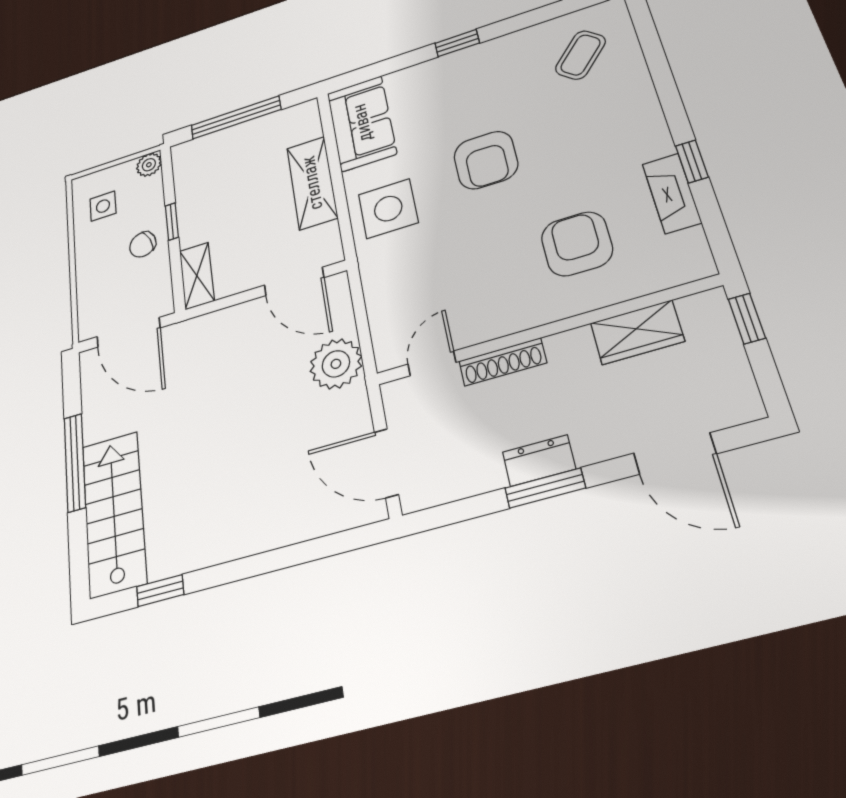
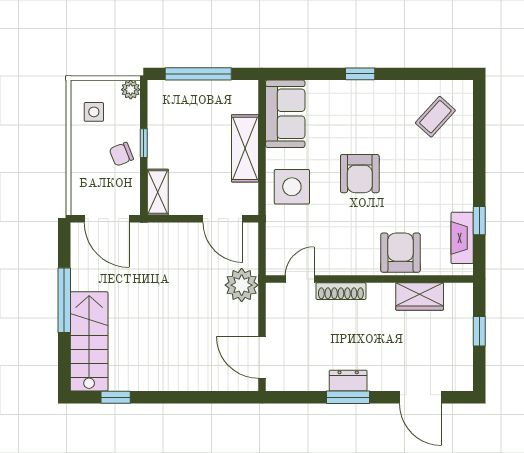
wall: (545, 331) -> (369, 279), moved
wardrobe: (637, 332) -> (420, 296), moved
shoe rack: (503, 362) -> (341, 291), moved
door: (432, 363) -> (300, 279), moved

